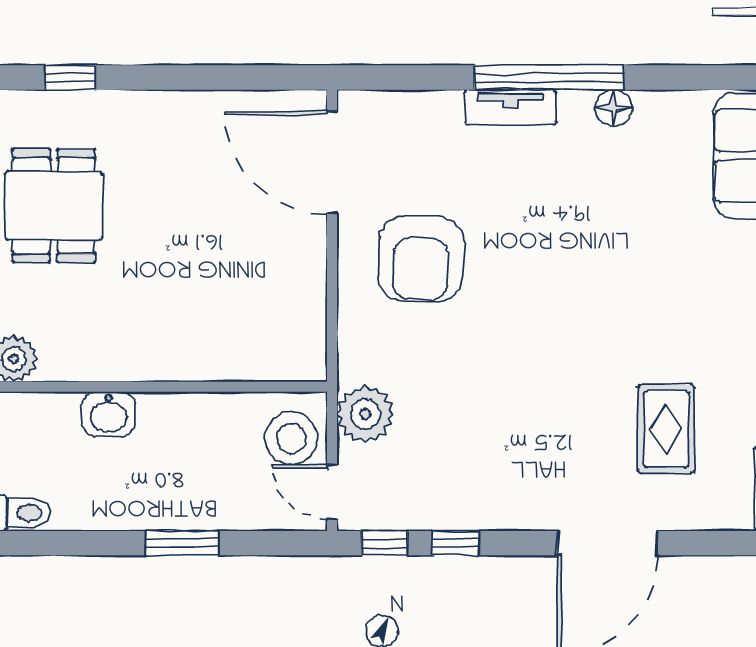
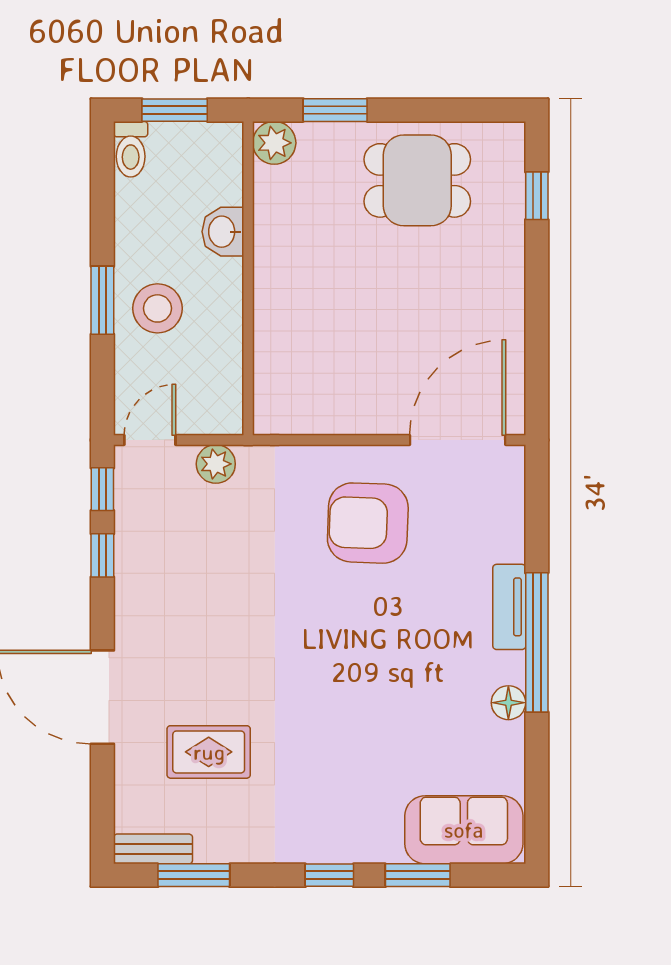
plant: (365, 414) -> (216, 464), width x0.73, depth x0.73
stool: (291, 438) -> (157, 308), moved

